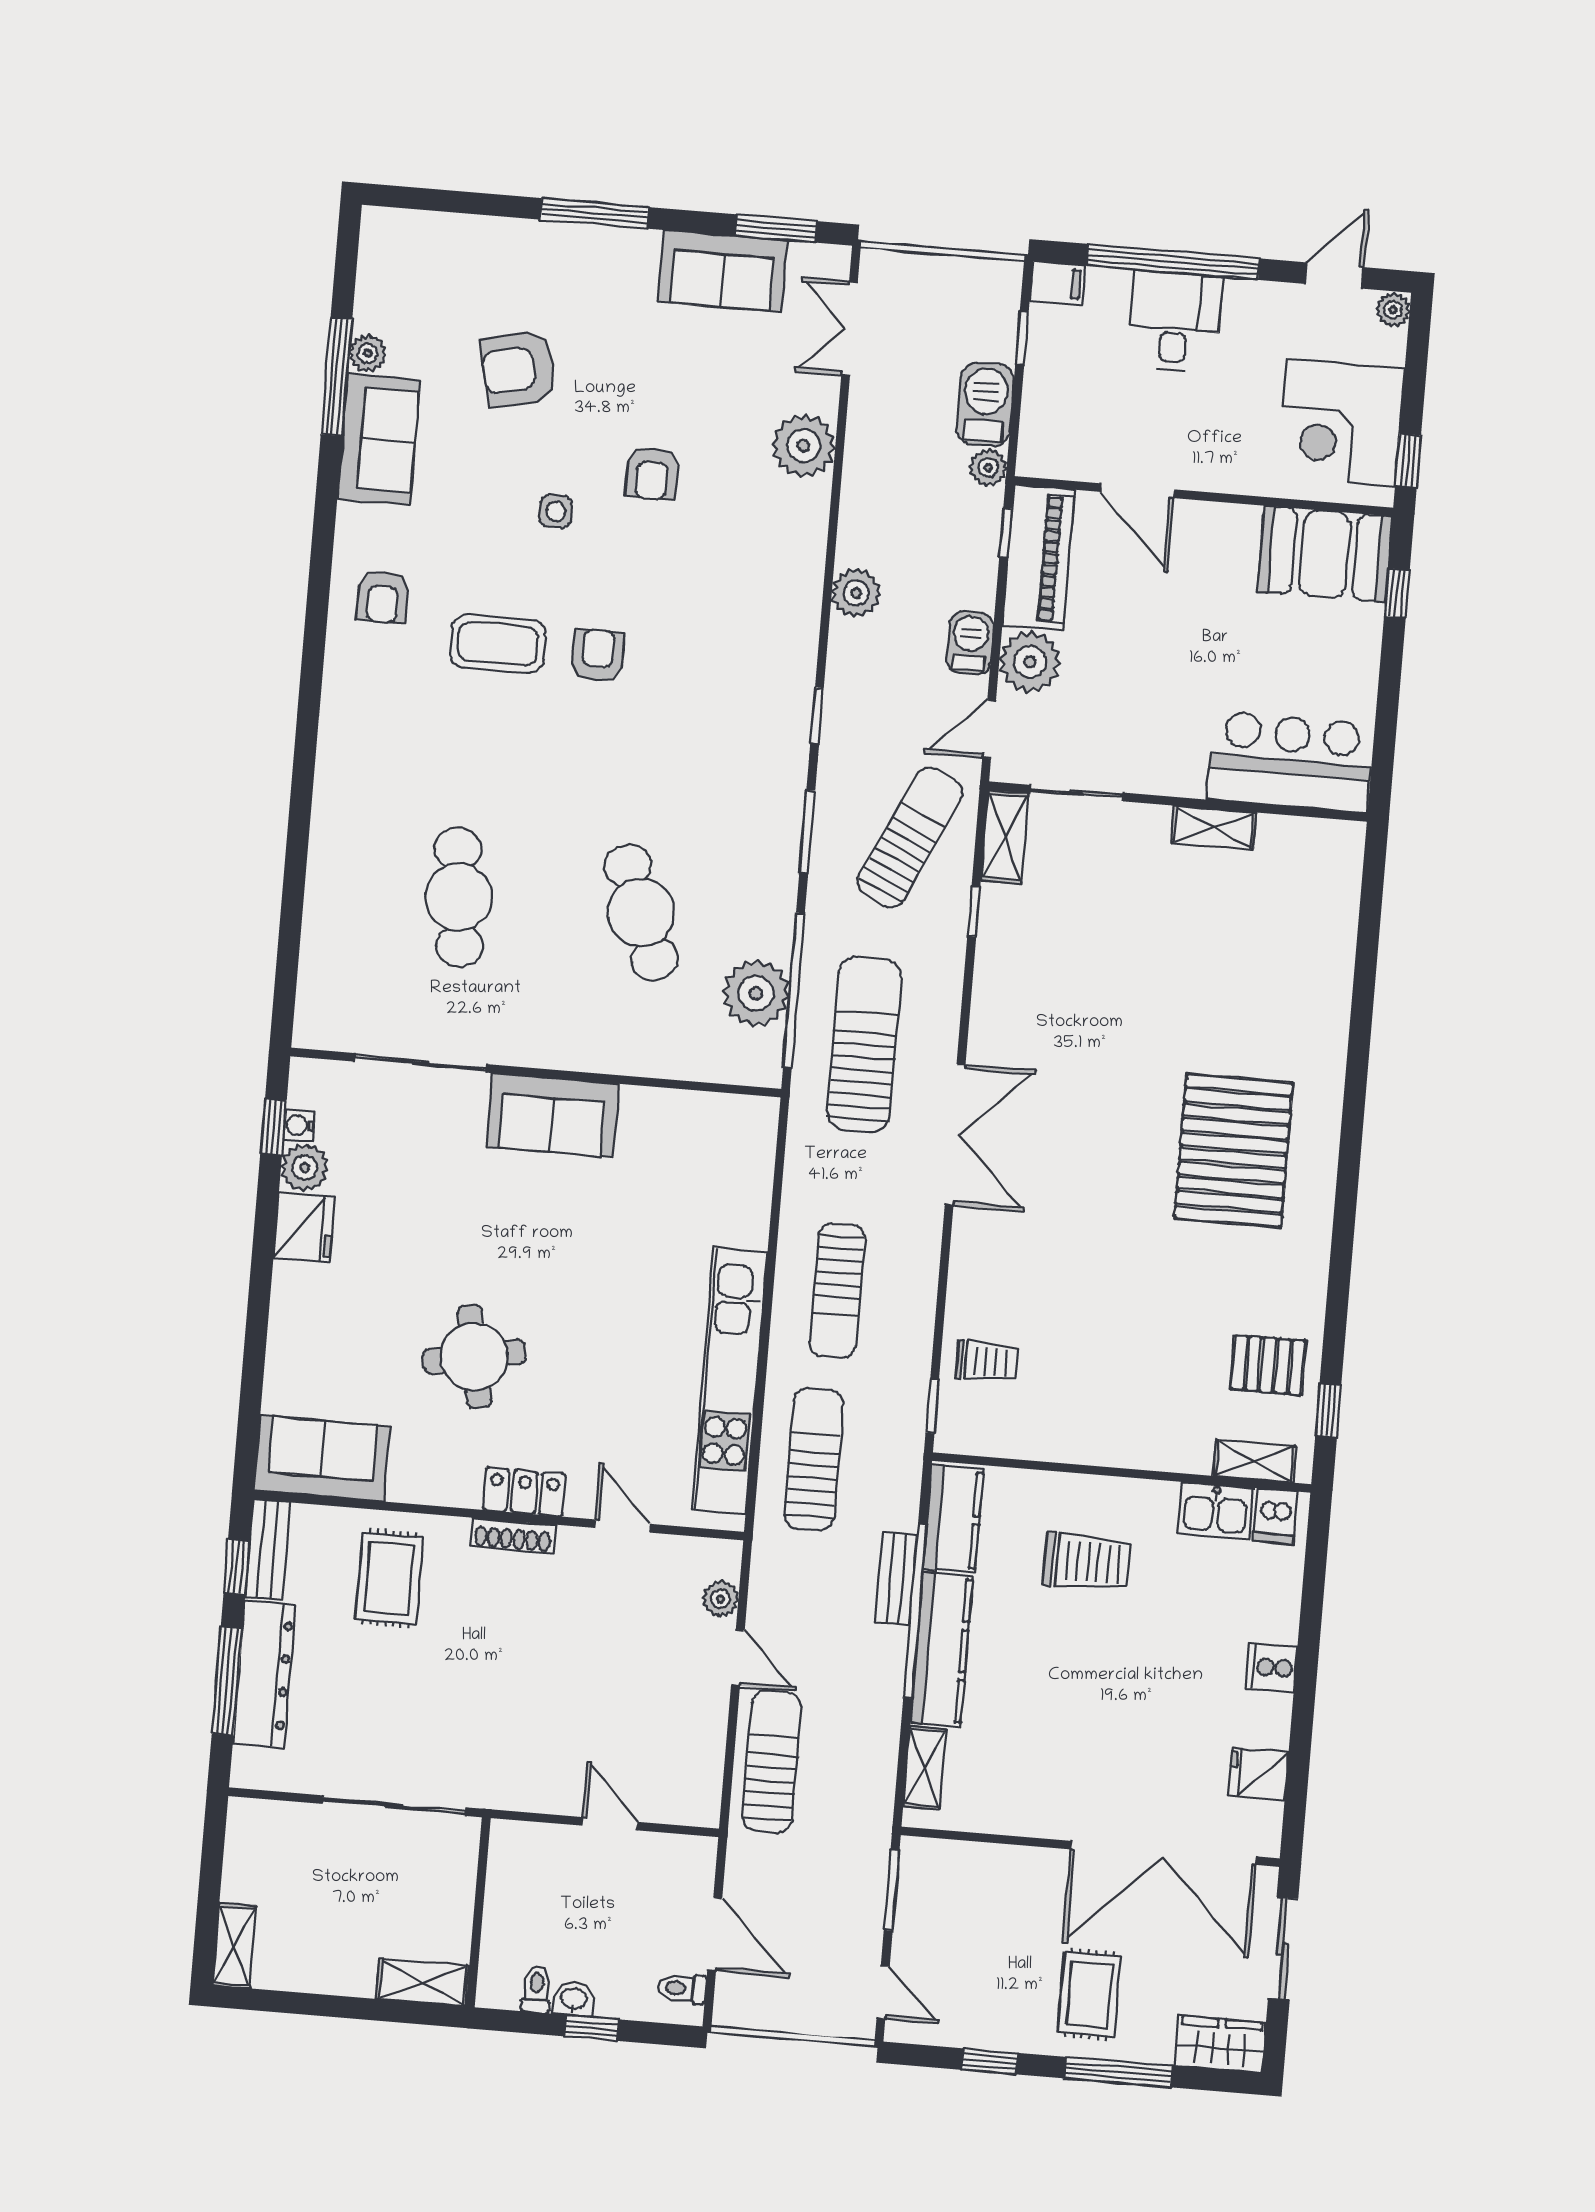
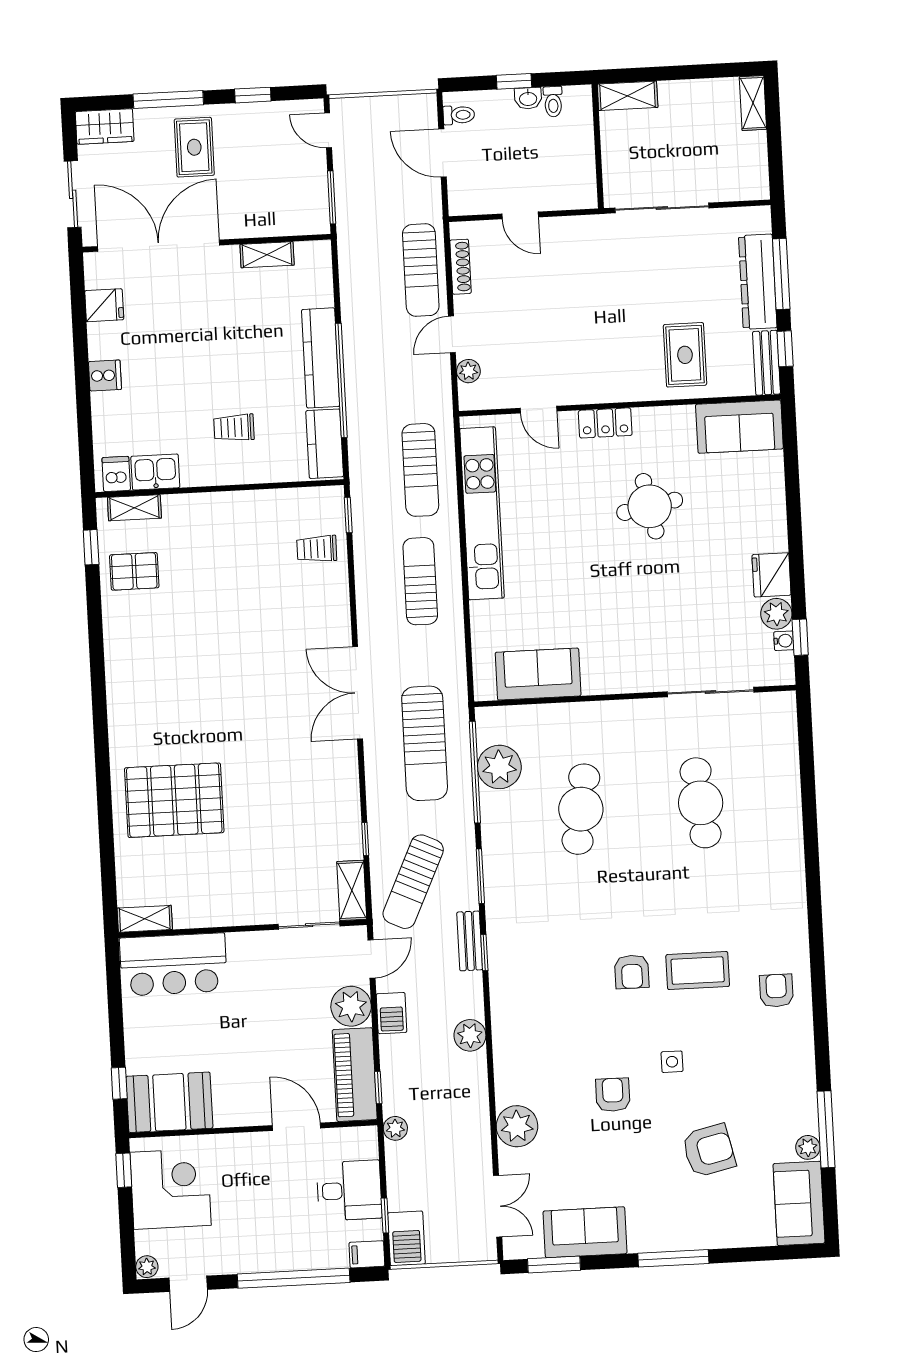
desk: (1174, 321) -> (349, 1190), moved, turned -90
barbecue: (985, 404) -> (406, 1238), moved
sofa: (379, 439) -> (799, 1203), moved
shelving: (1214, 828) -> (145, 919), moved
cafe table: (641, 912) -> (581, 809), turned 30
sofa: (552, 1115) -> (538, 674), moved
pallet: (1234, 1151) -> (174, 800), moved, turned 90
shoe rack: (513, 1535) -> (461, 267), moved, turned 90
trolley: (1087, 1562) -> (234, 428), width x0.73, depth x0.72
bench: (896, 1579) -> (470, 941), moved
door: (738, 1658) -> (452, 334), hinge flipped
shelving: (924, 1768) -> (267, 255), moved, turned 90

